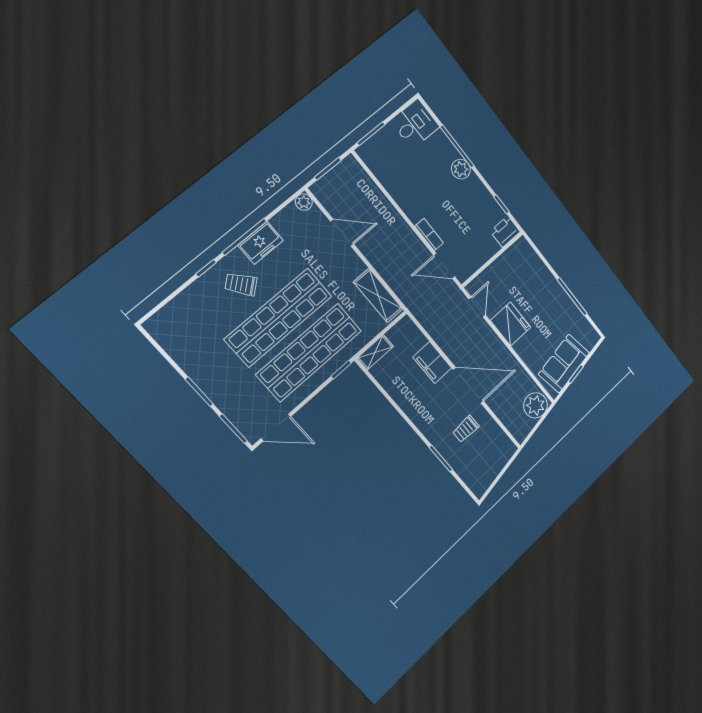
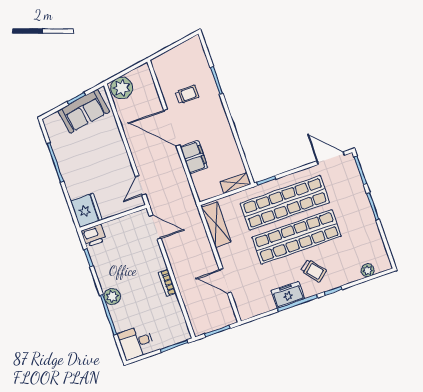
plant: (304, 202) -> (368, 270), moved
bookcase: (429, 235) -> (167, 283), moved
fridge: (510, 324) -> (86, 210), moved, turned 180

